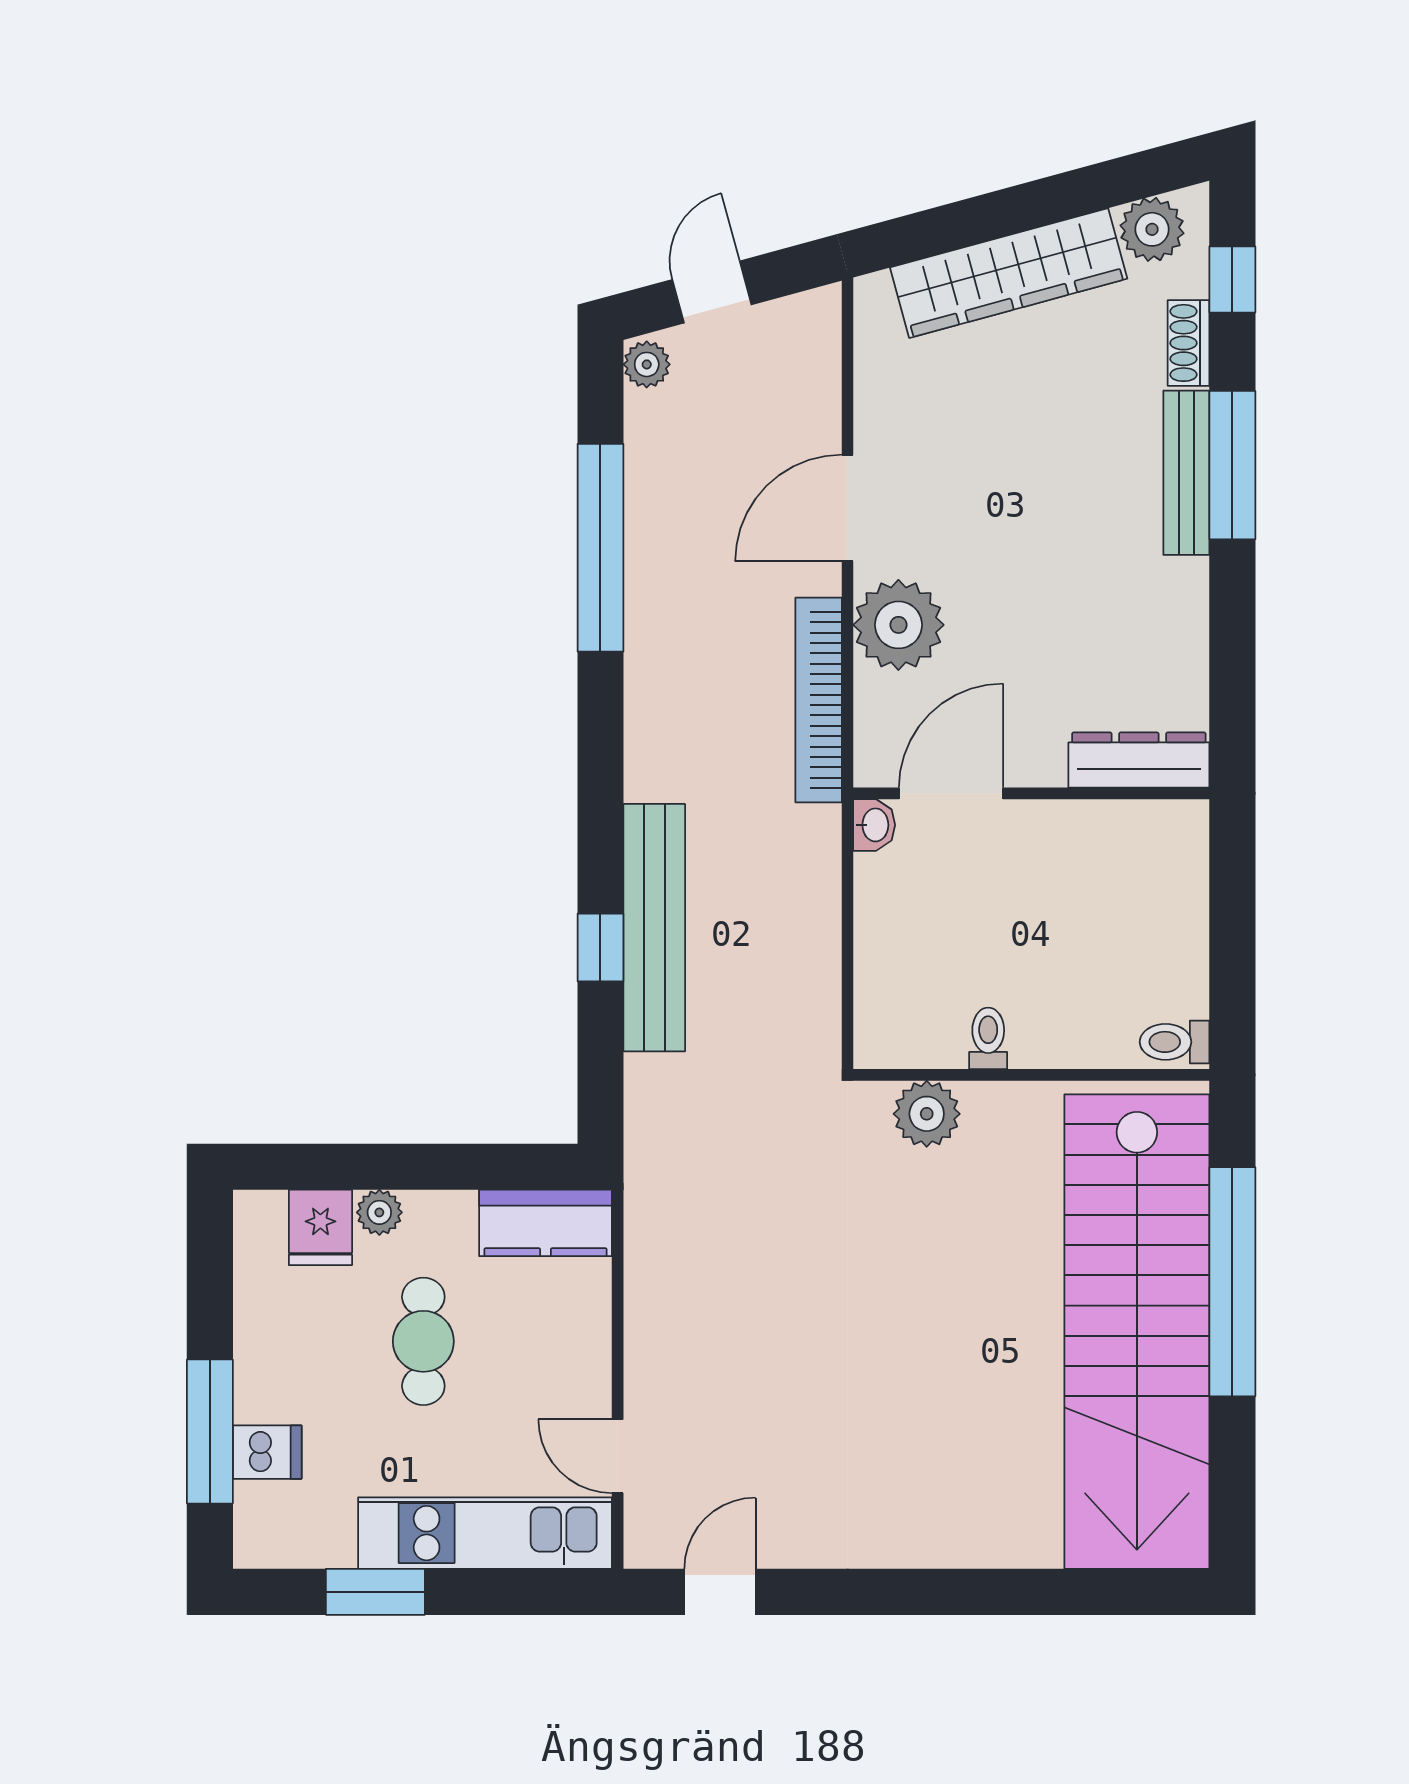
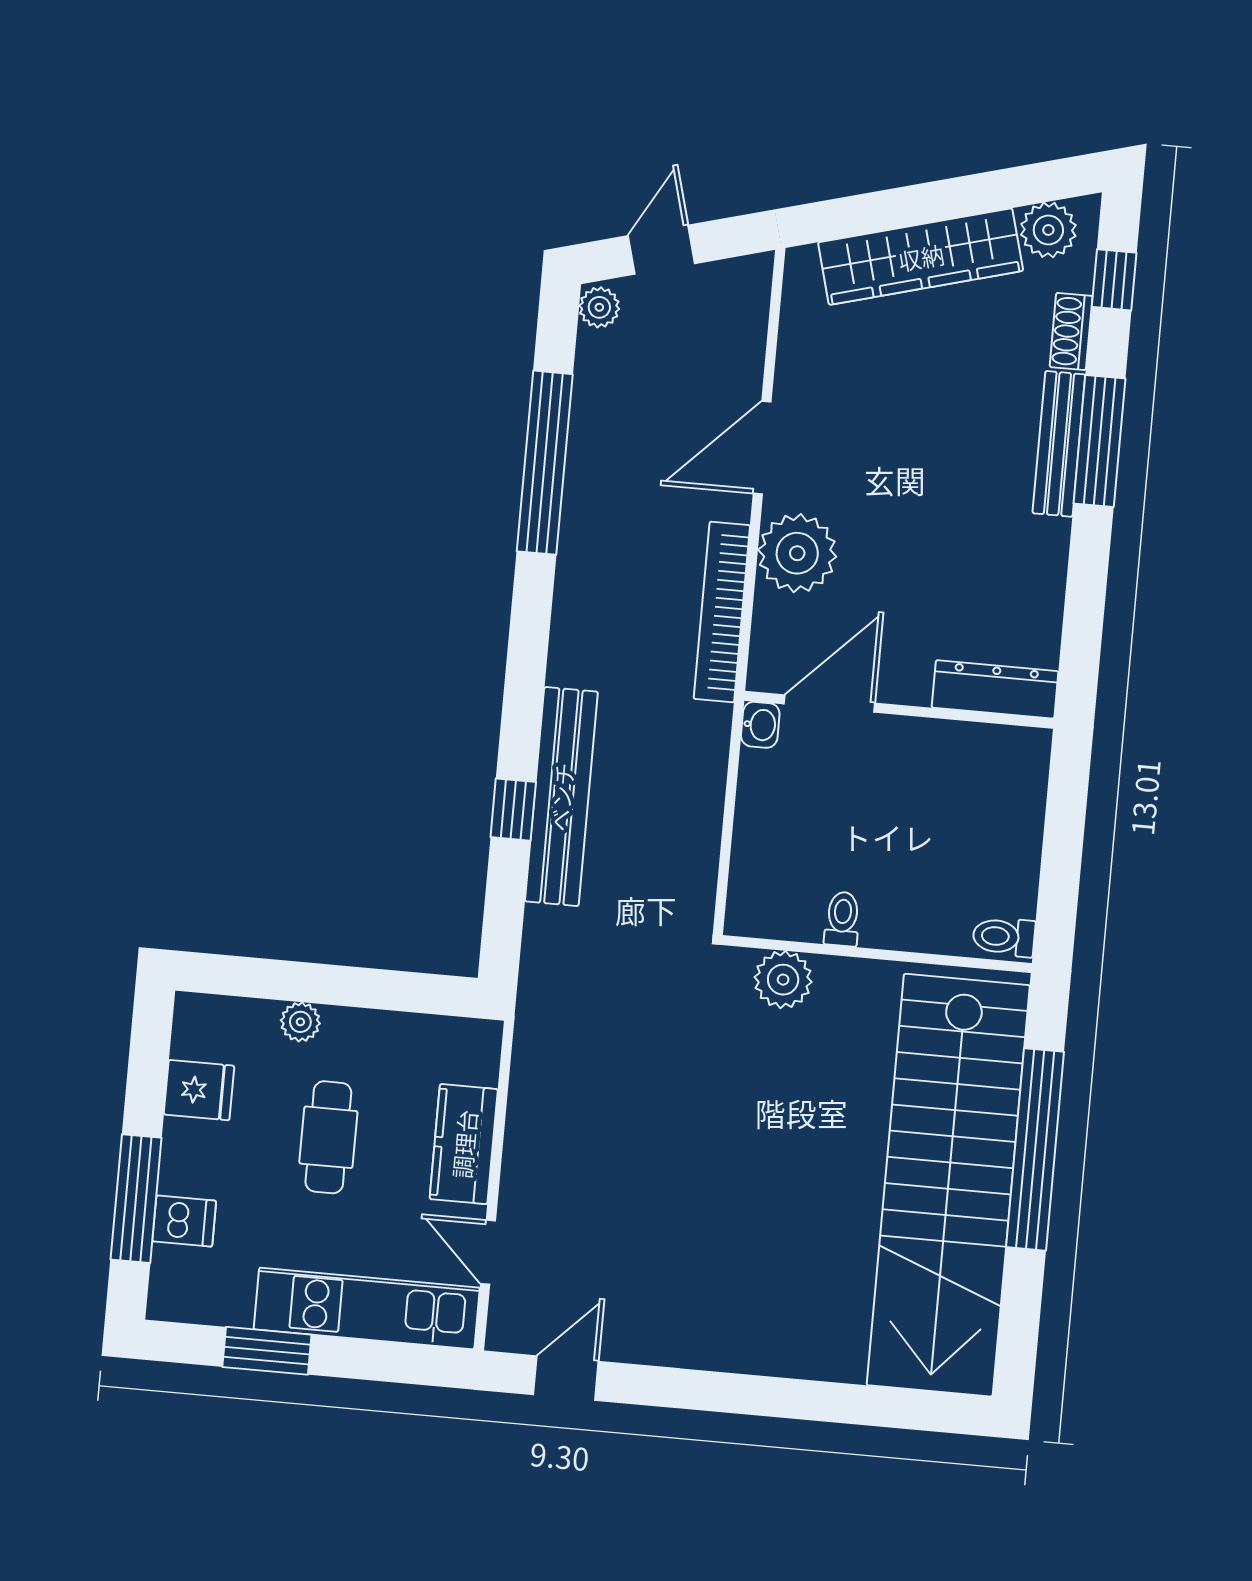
kitchen counter: (546, 1223) -> (464, 1144), moved, turned 90
fridge: (320, 1227) -> (199, 1090), moved, turned -90

